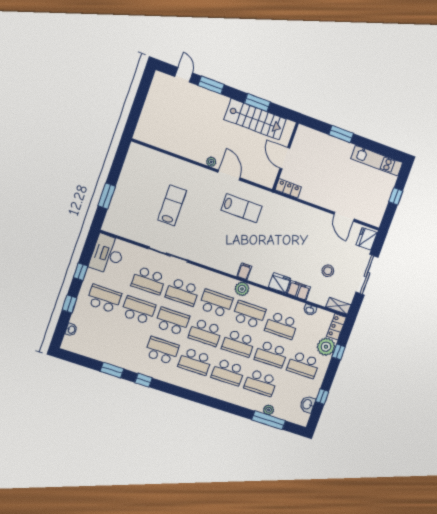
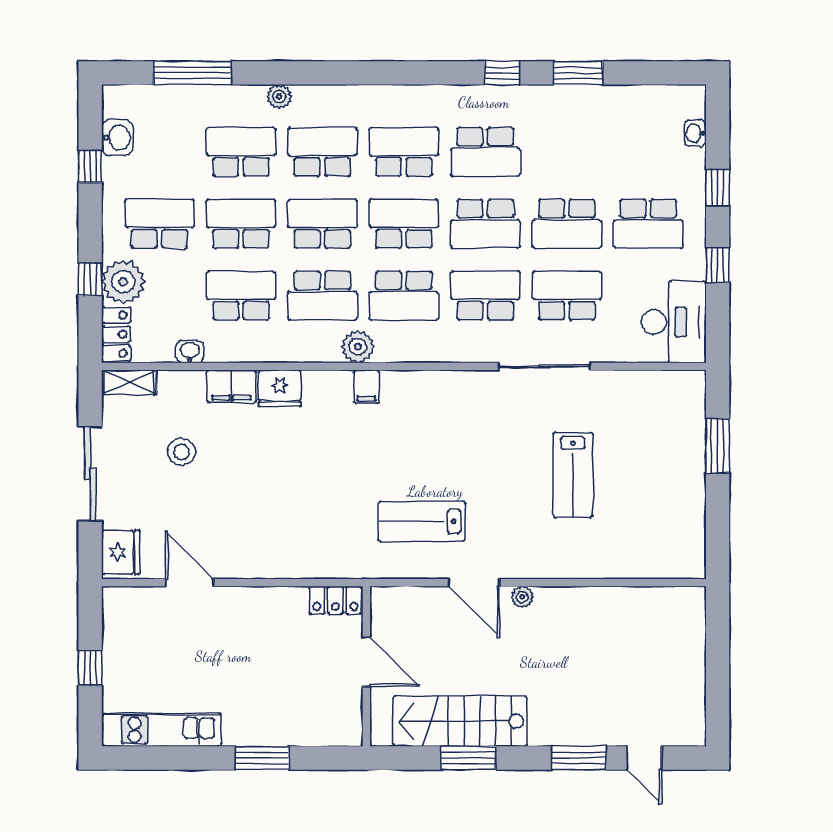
plant: (269, 410) -> (279, 97), moved

